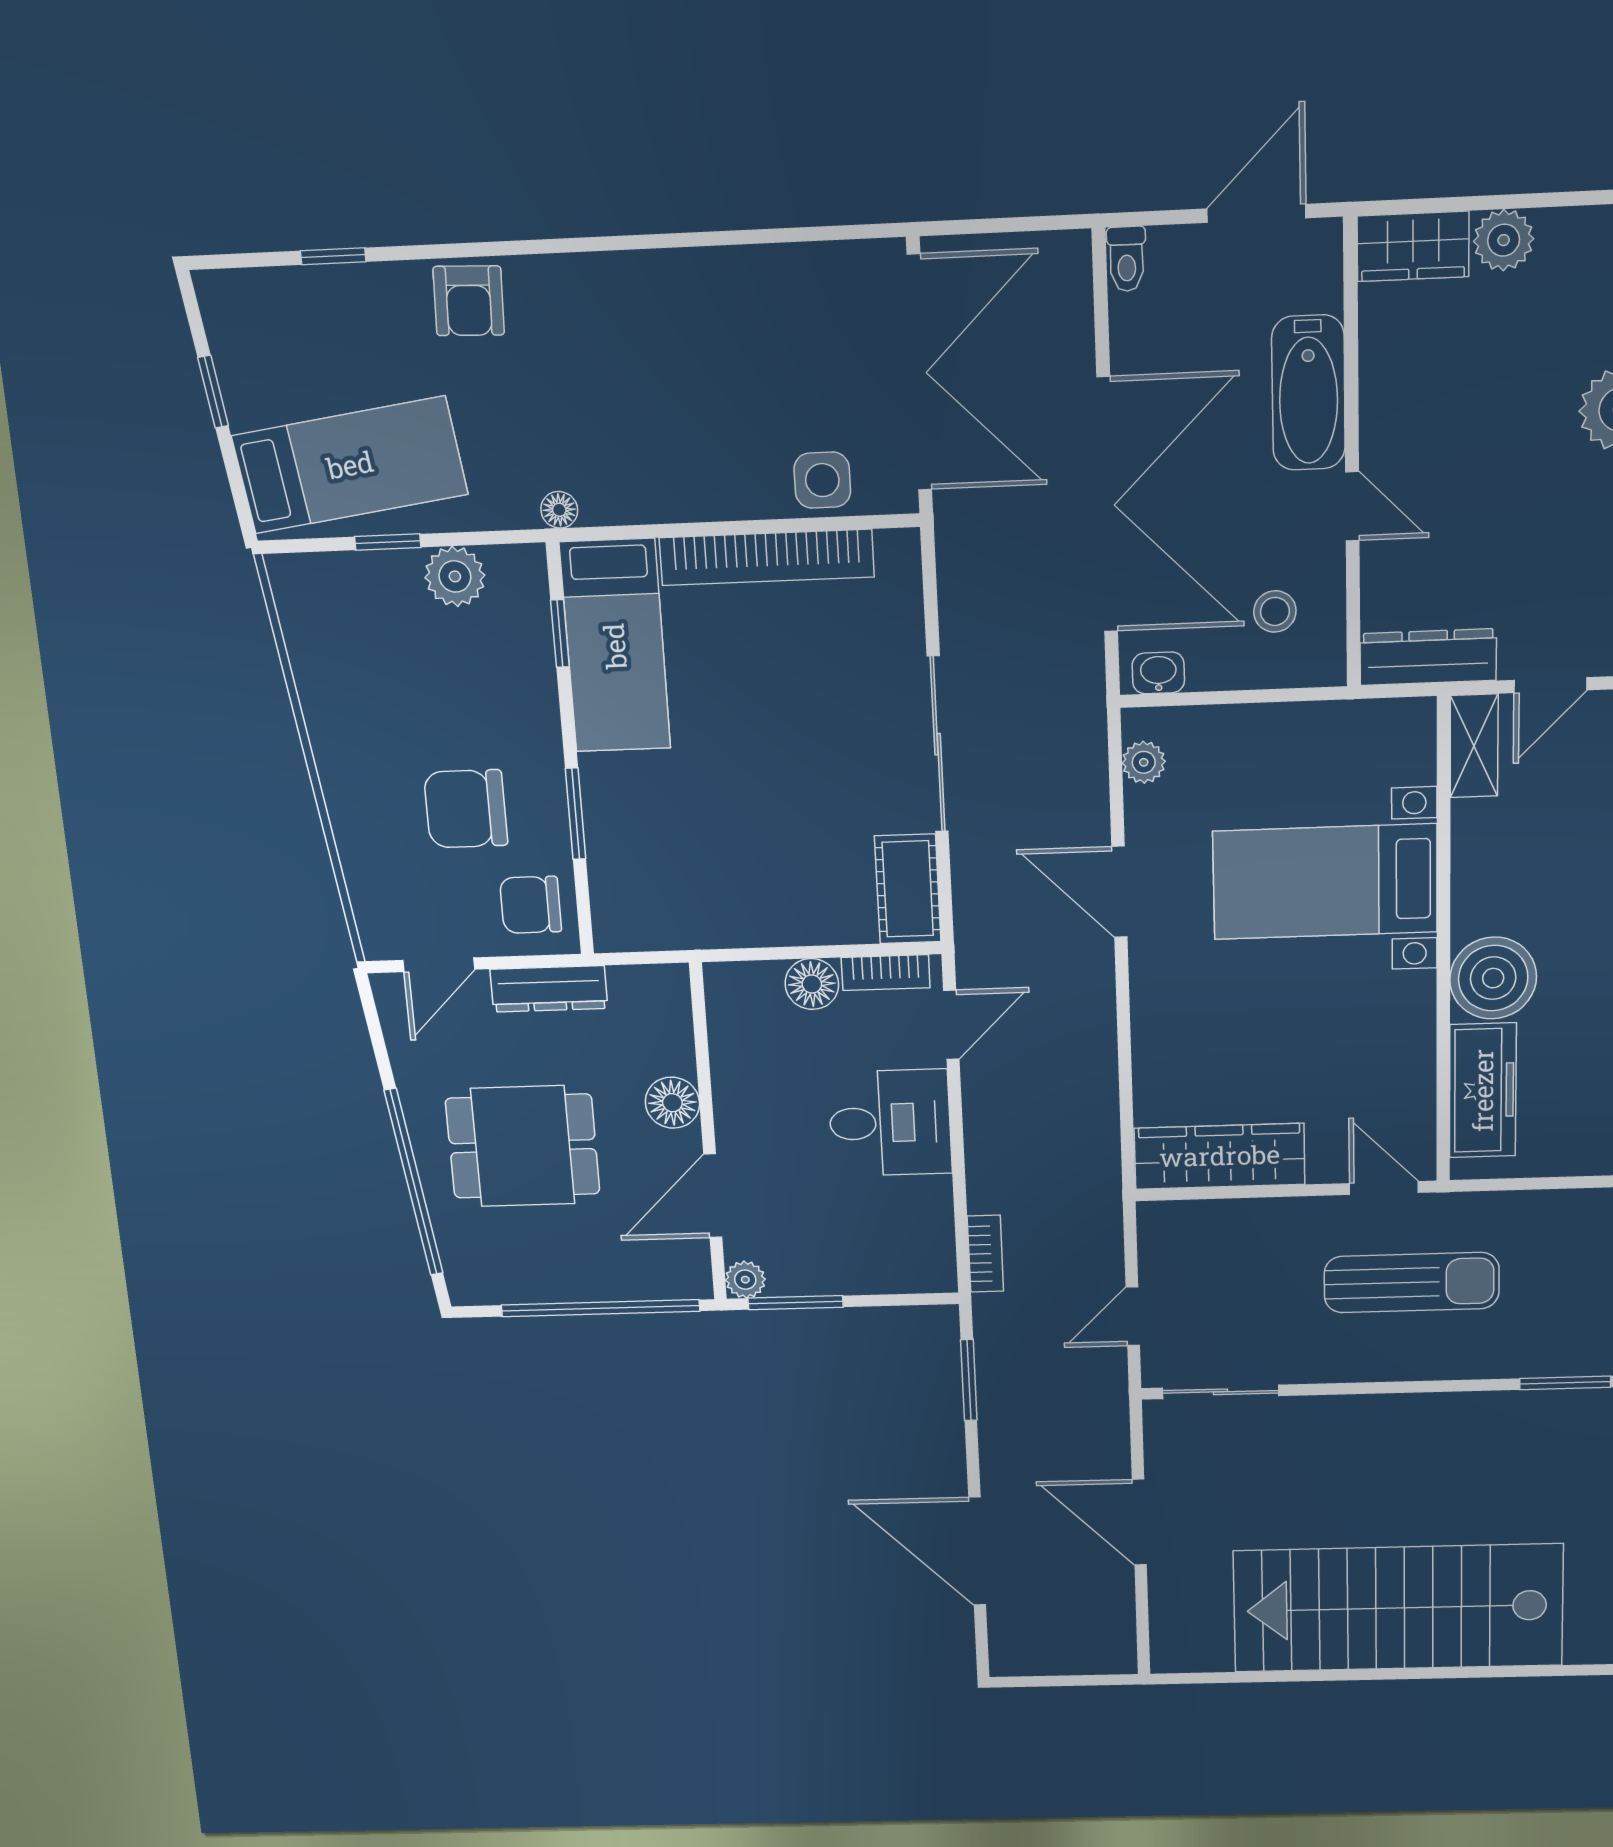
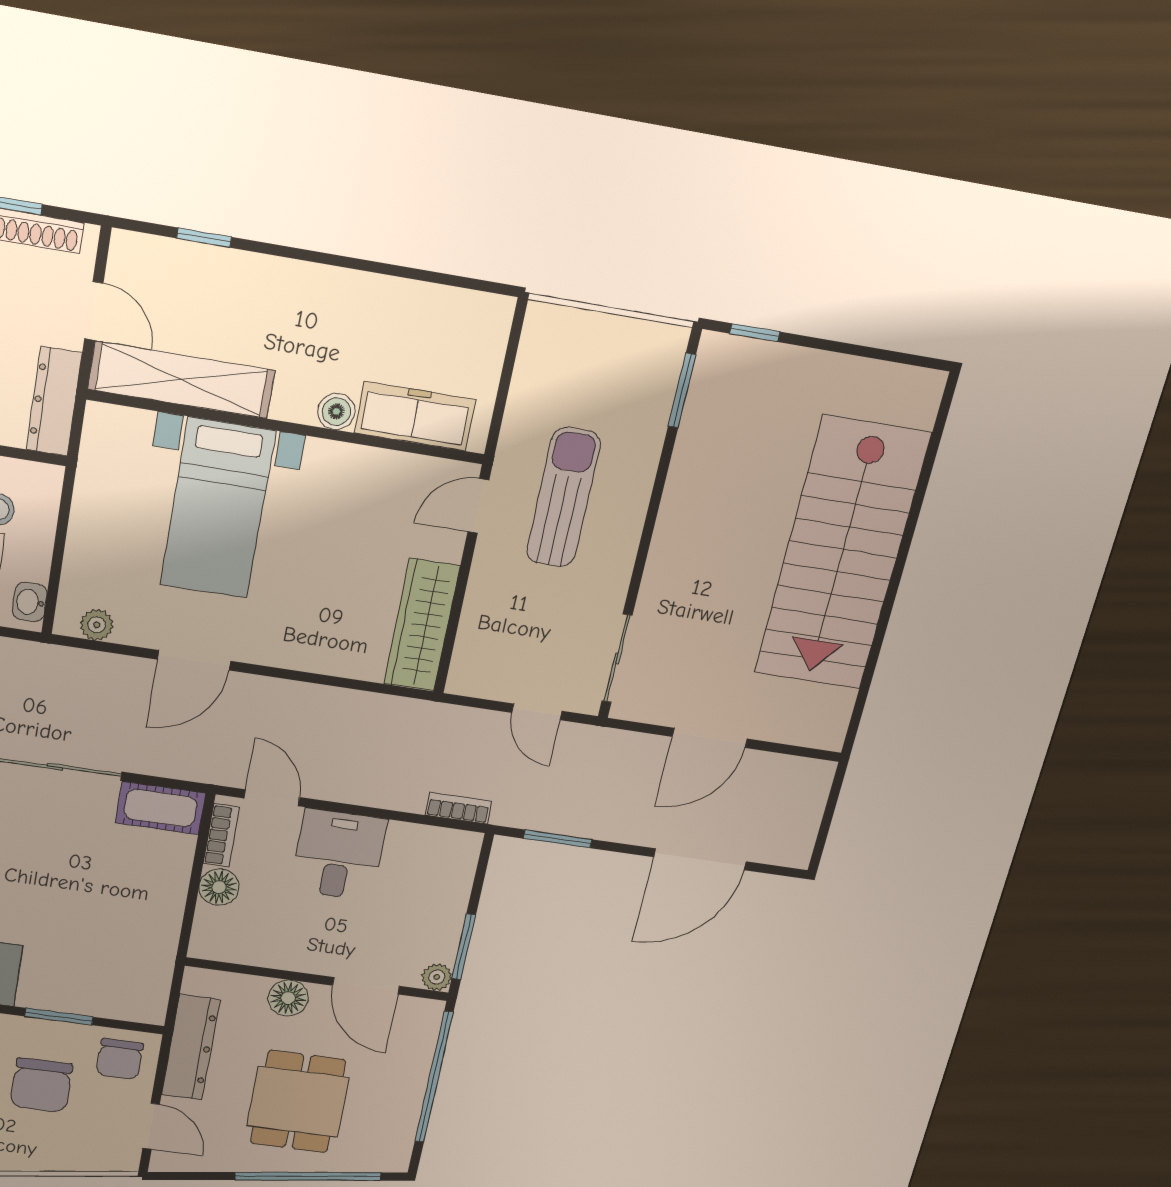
shelving: (1474, 746) -> (181, 380), width x2.20, depth x1.33
boiler: (1493, 978) -> (336, 411), width x0.54, depth x0.54
dresser: (549, 989) -> (191, 1047), width x1.37, depth x1.24

